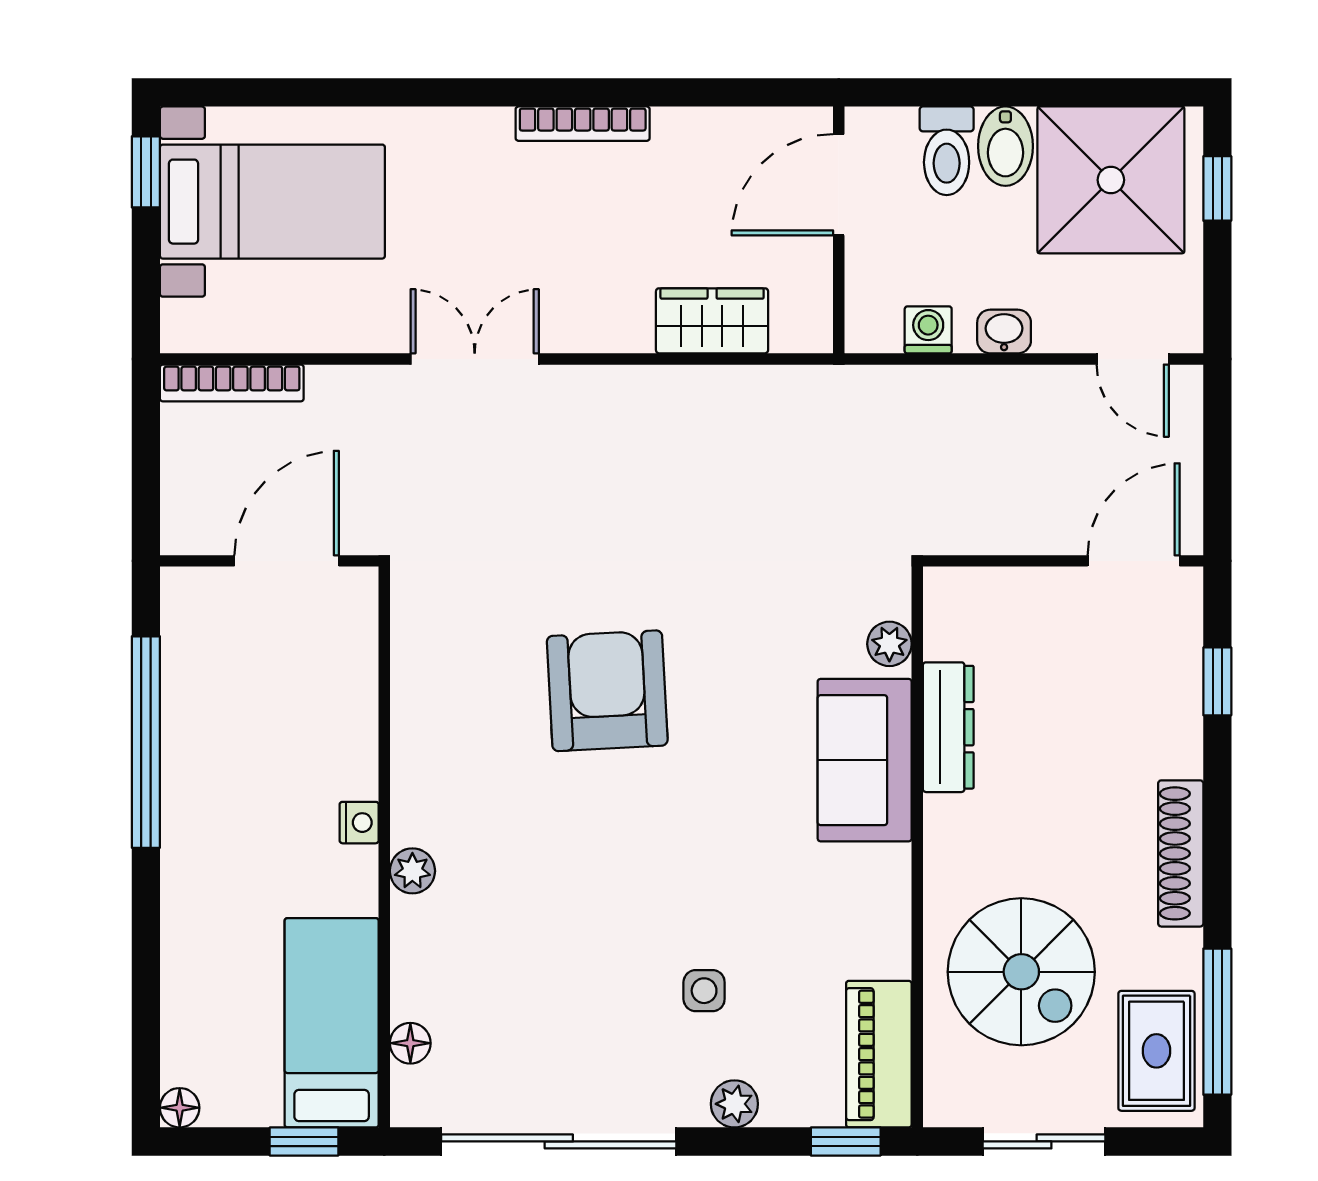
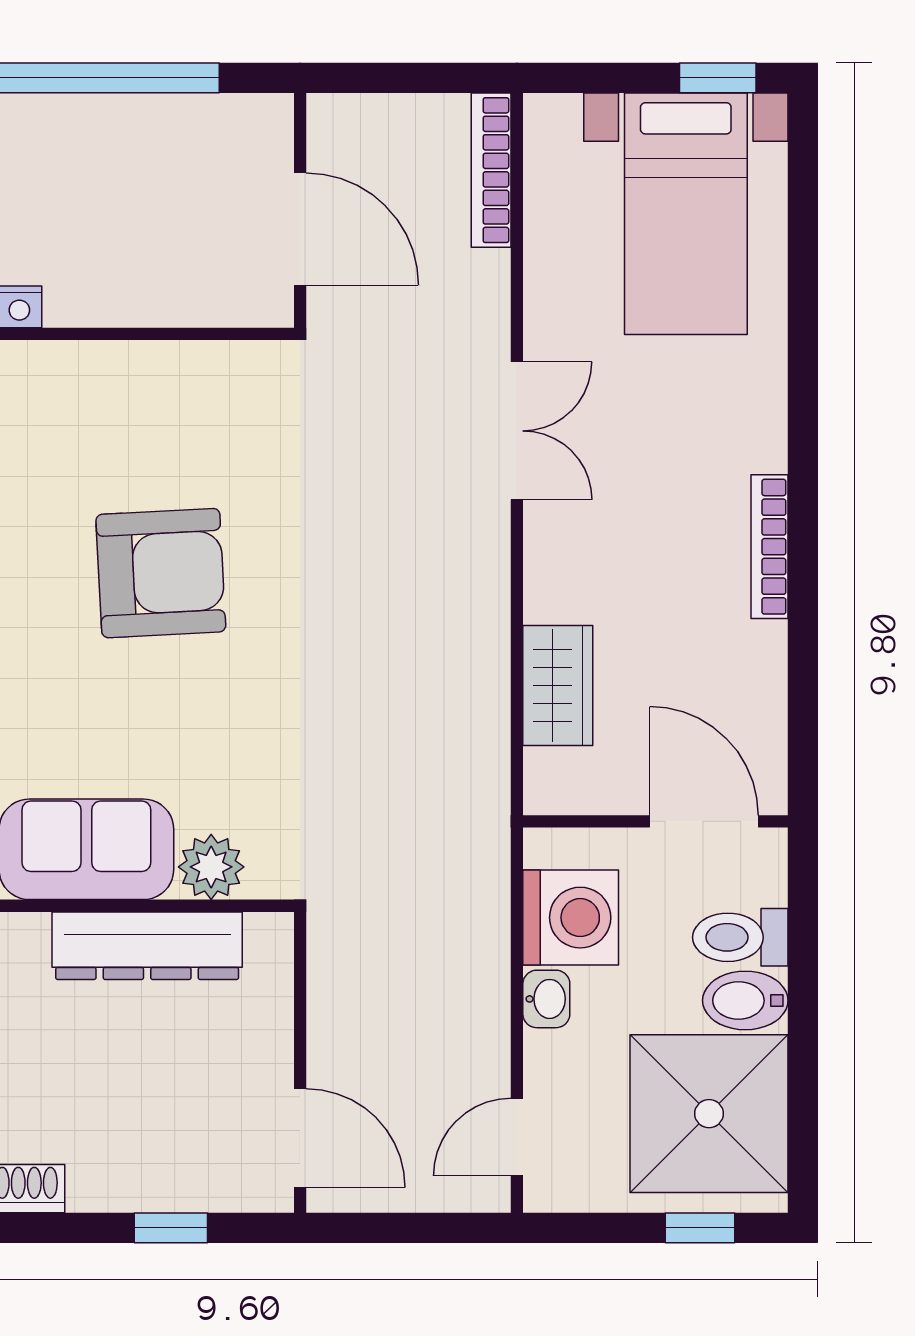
washing machine: (928, 330) -> (571, 918), width x1.89, depth x1.89
plant: (889, 644) -> (211, 867), width x1.38, depth x1.38
dresser: (948, 727) -> (147, 946), width x1.37, depth x1.24

